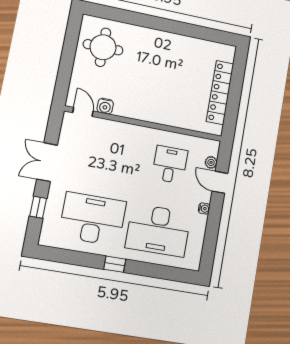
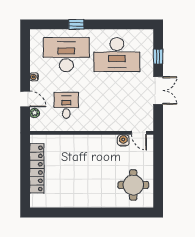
desk: (170, 165) -> (66, 105), turned 180
window: (115, 264) -> (76, 24), moved

